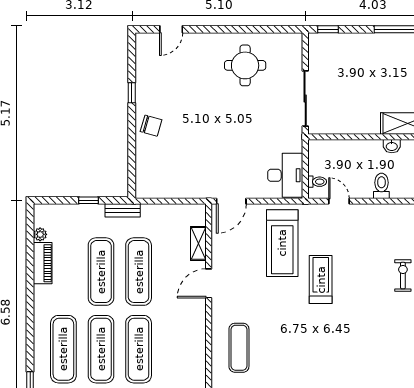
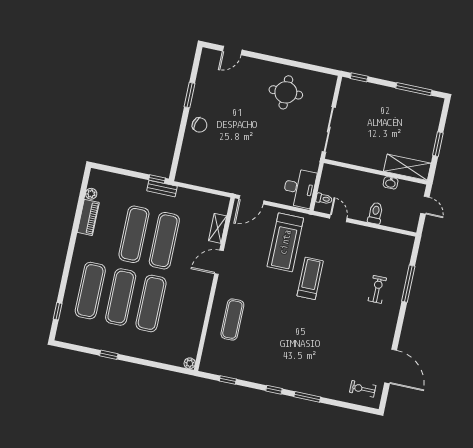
window: (132, 93) -> (189, 95), width x1.50
window: (88, 200) -> (157, 179), moved

